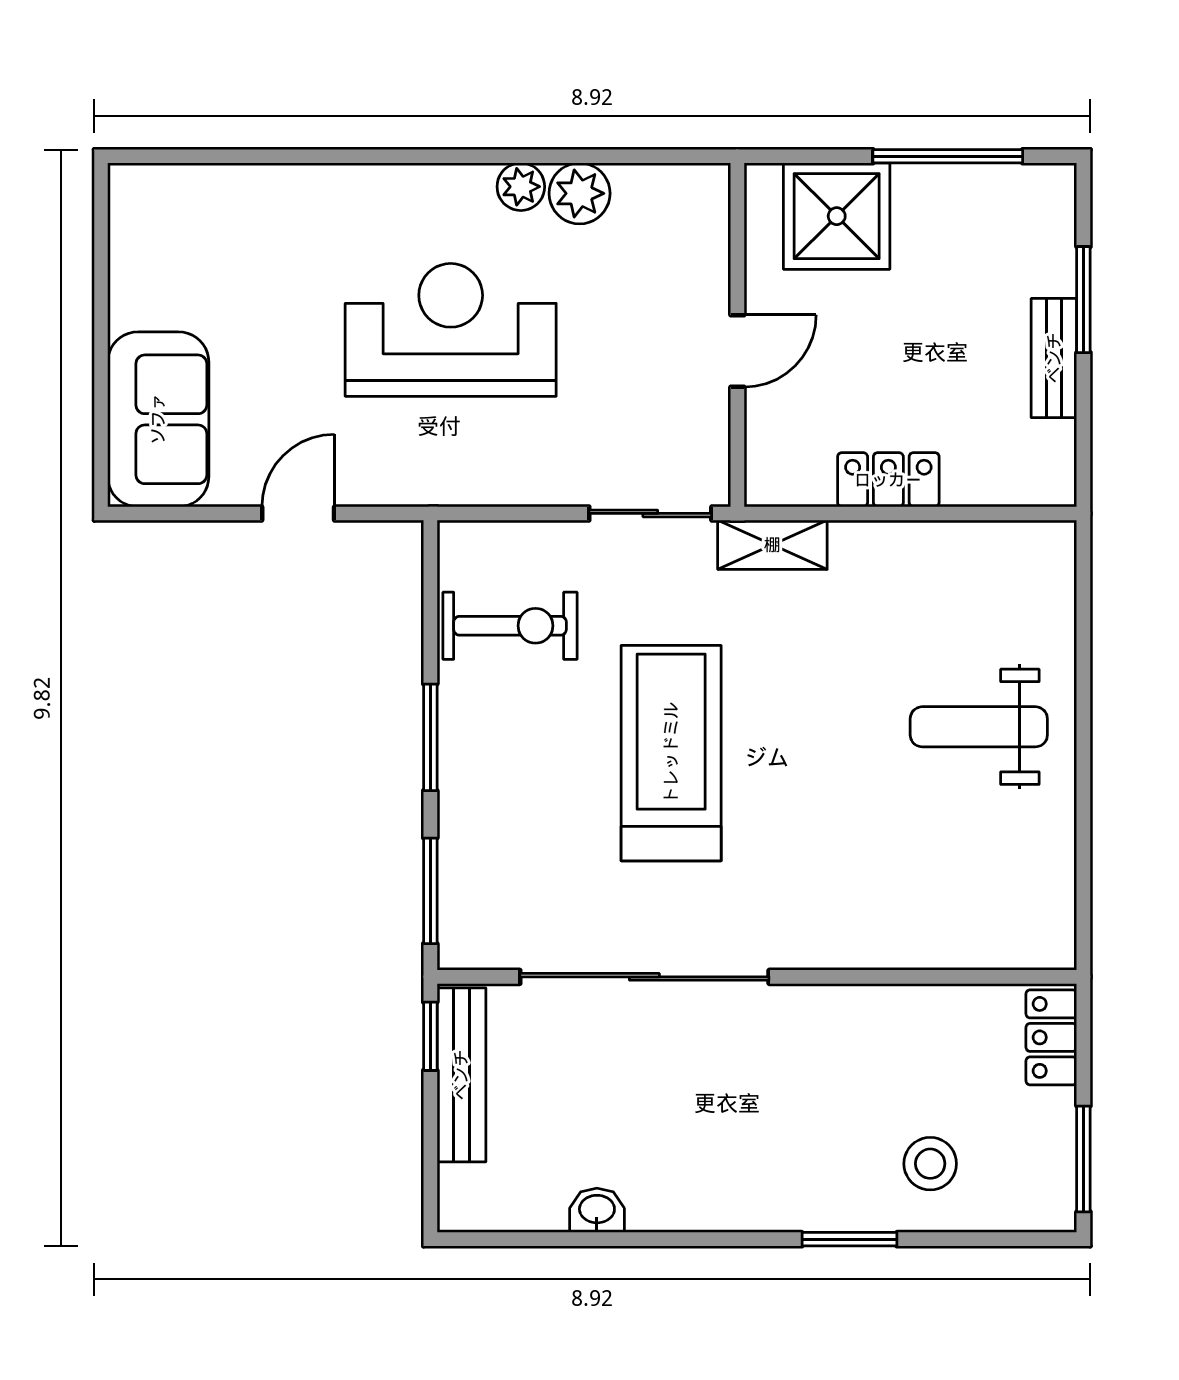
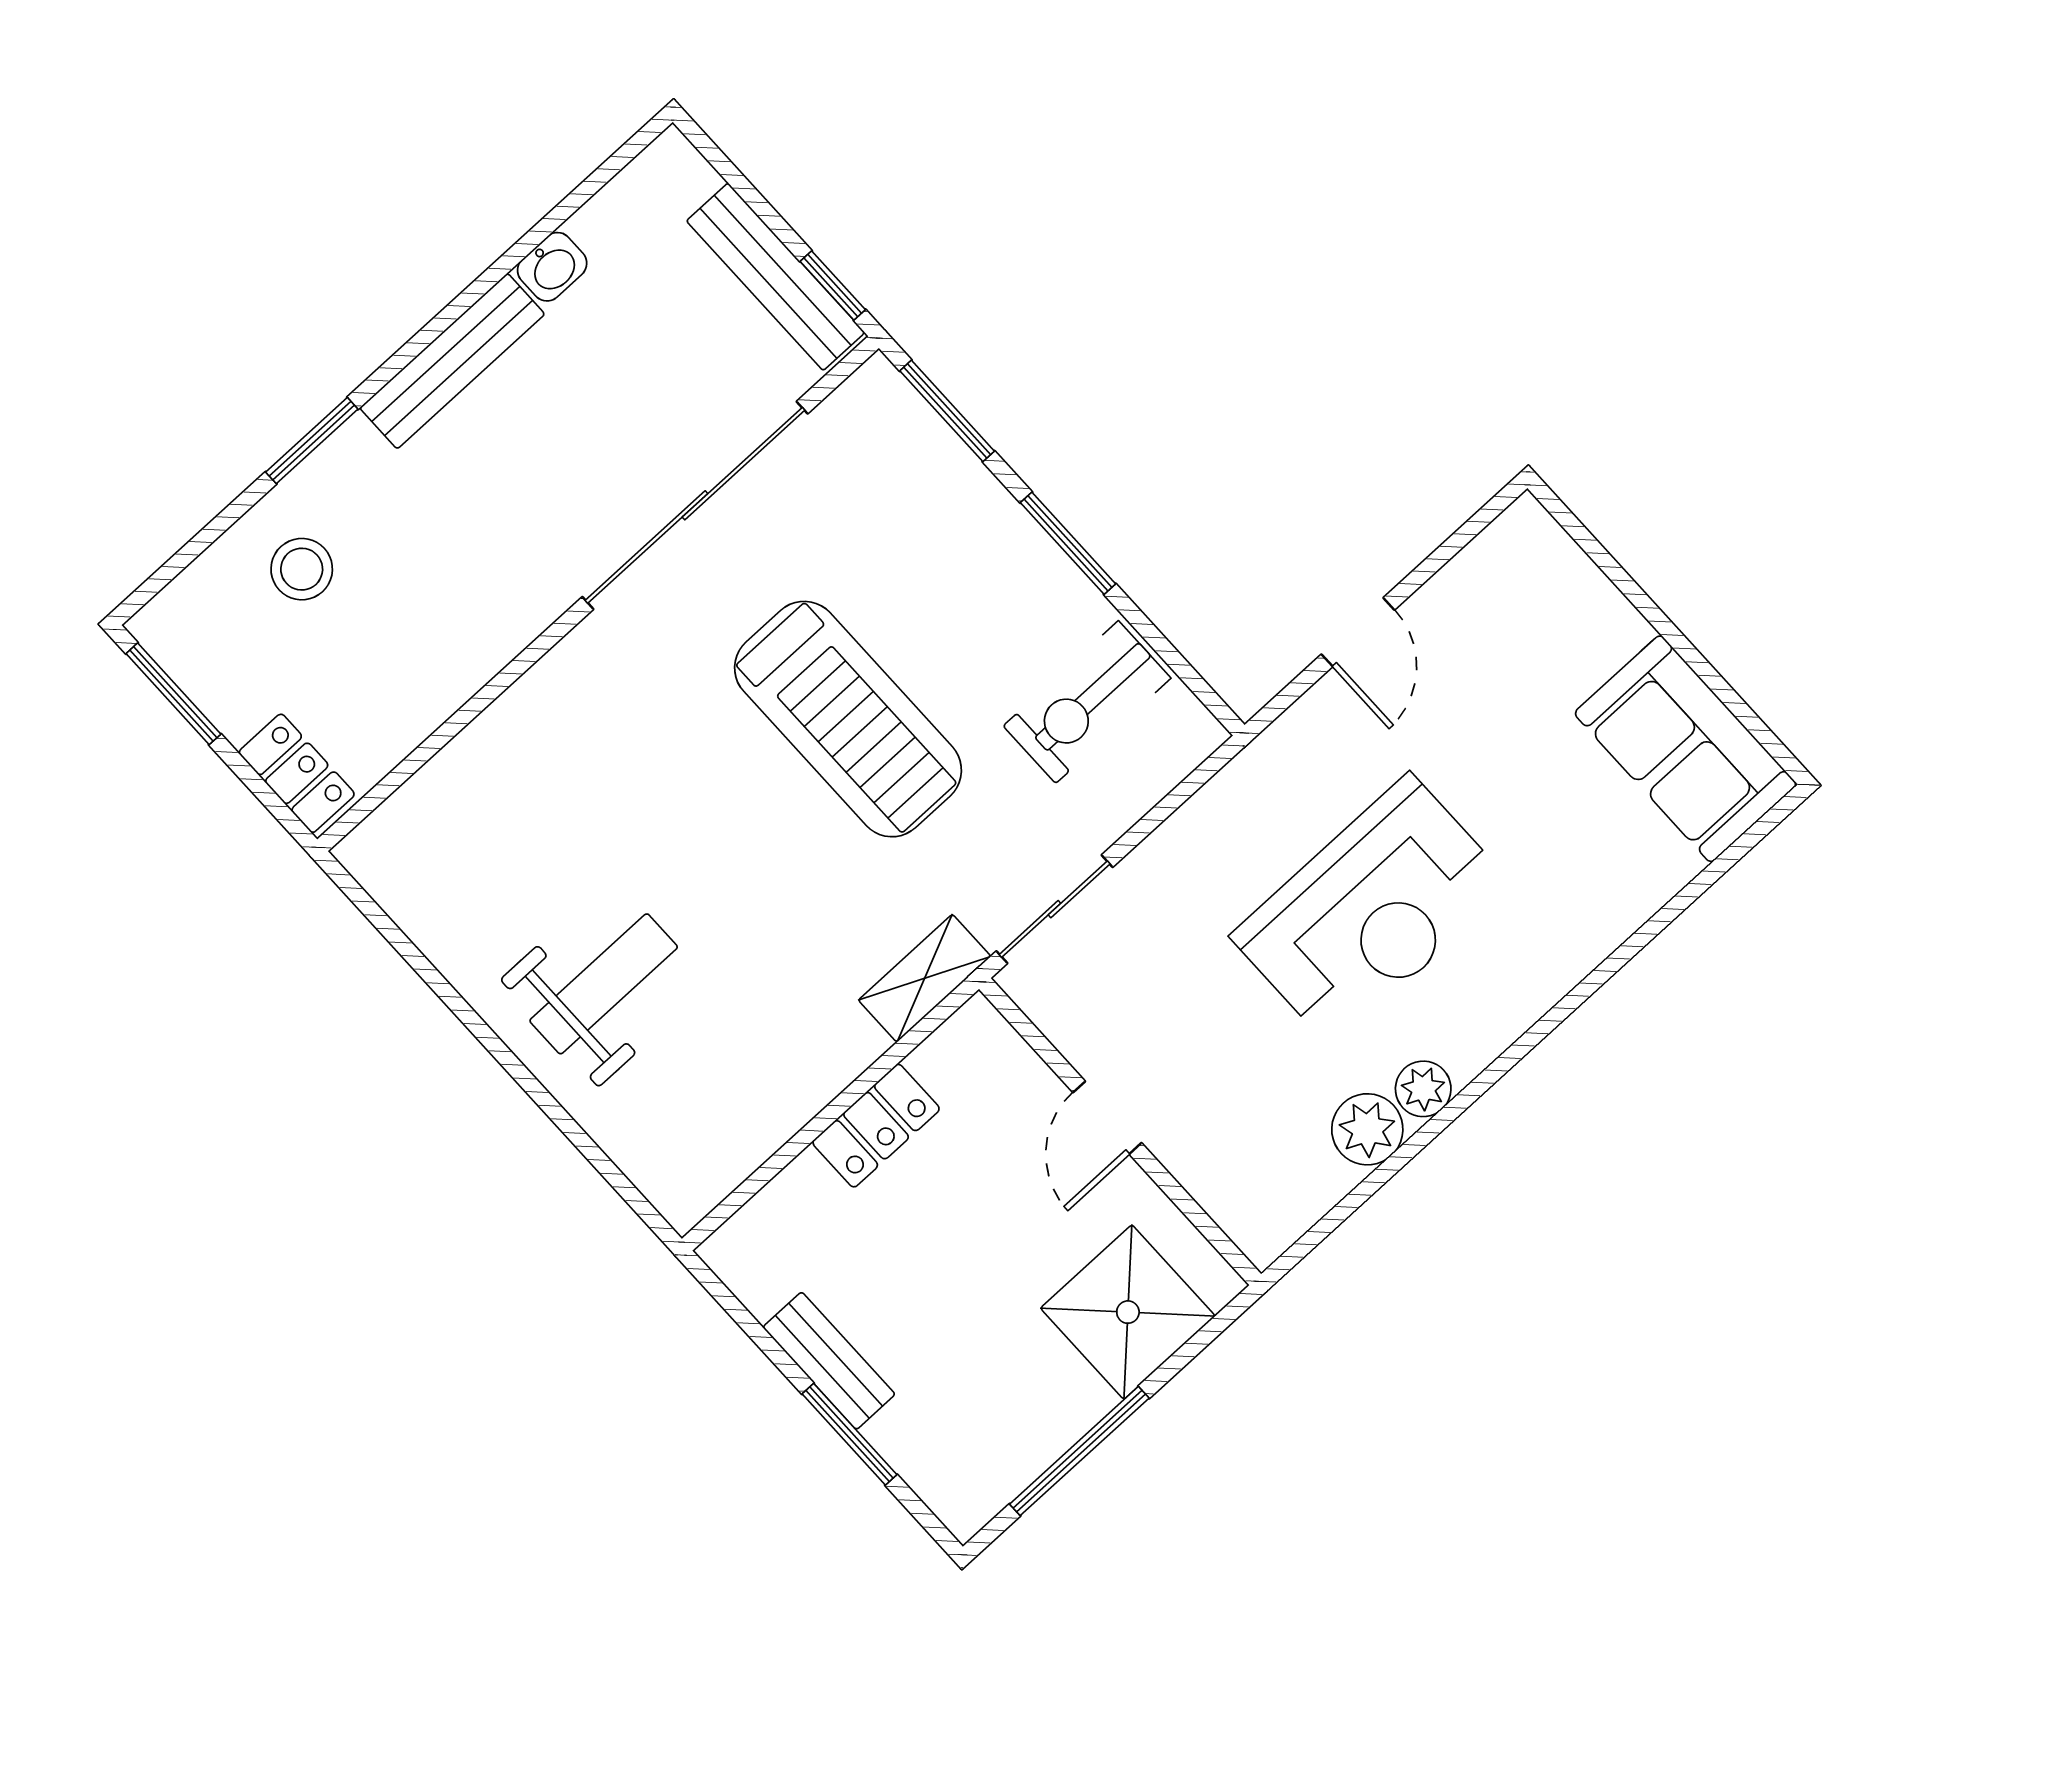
sofa: (158, 419) -> (1686, 749), moved
bench: (715, 1208) -> (452, 361), added

